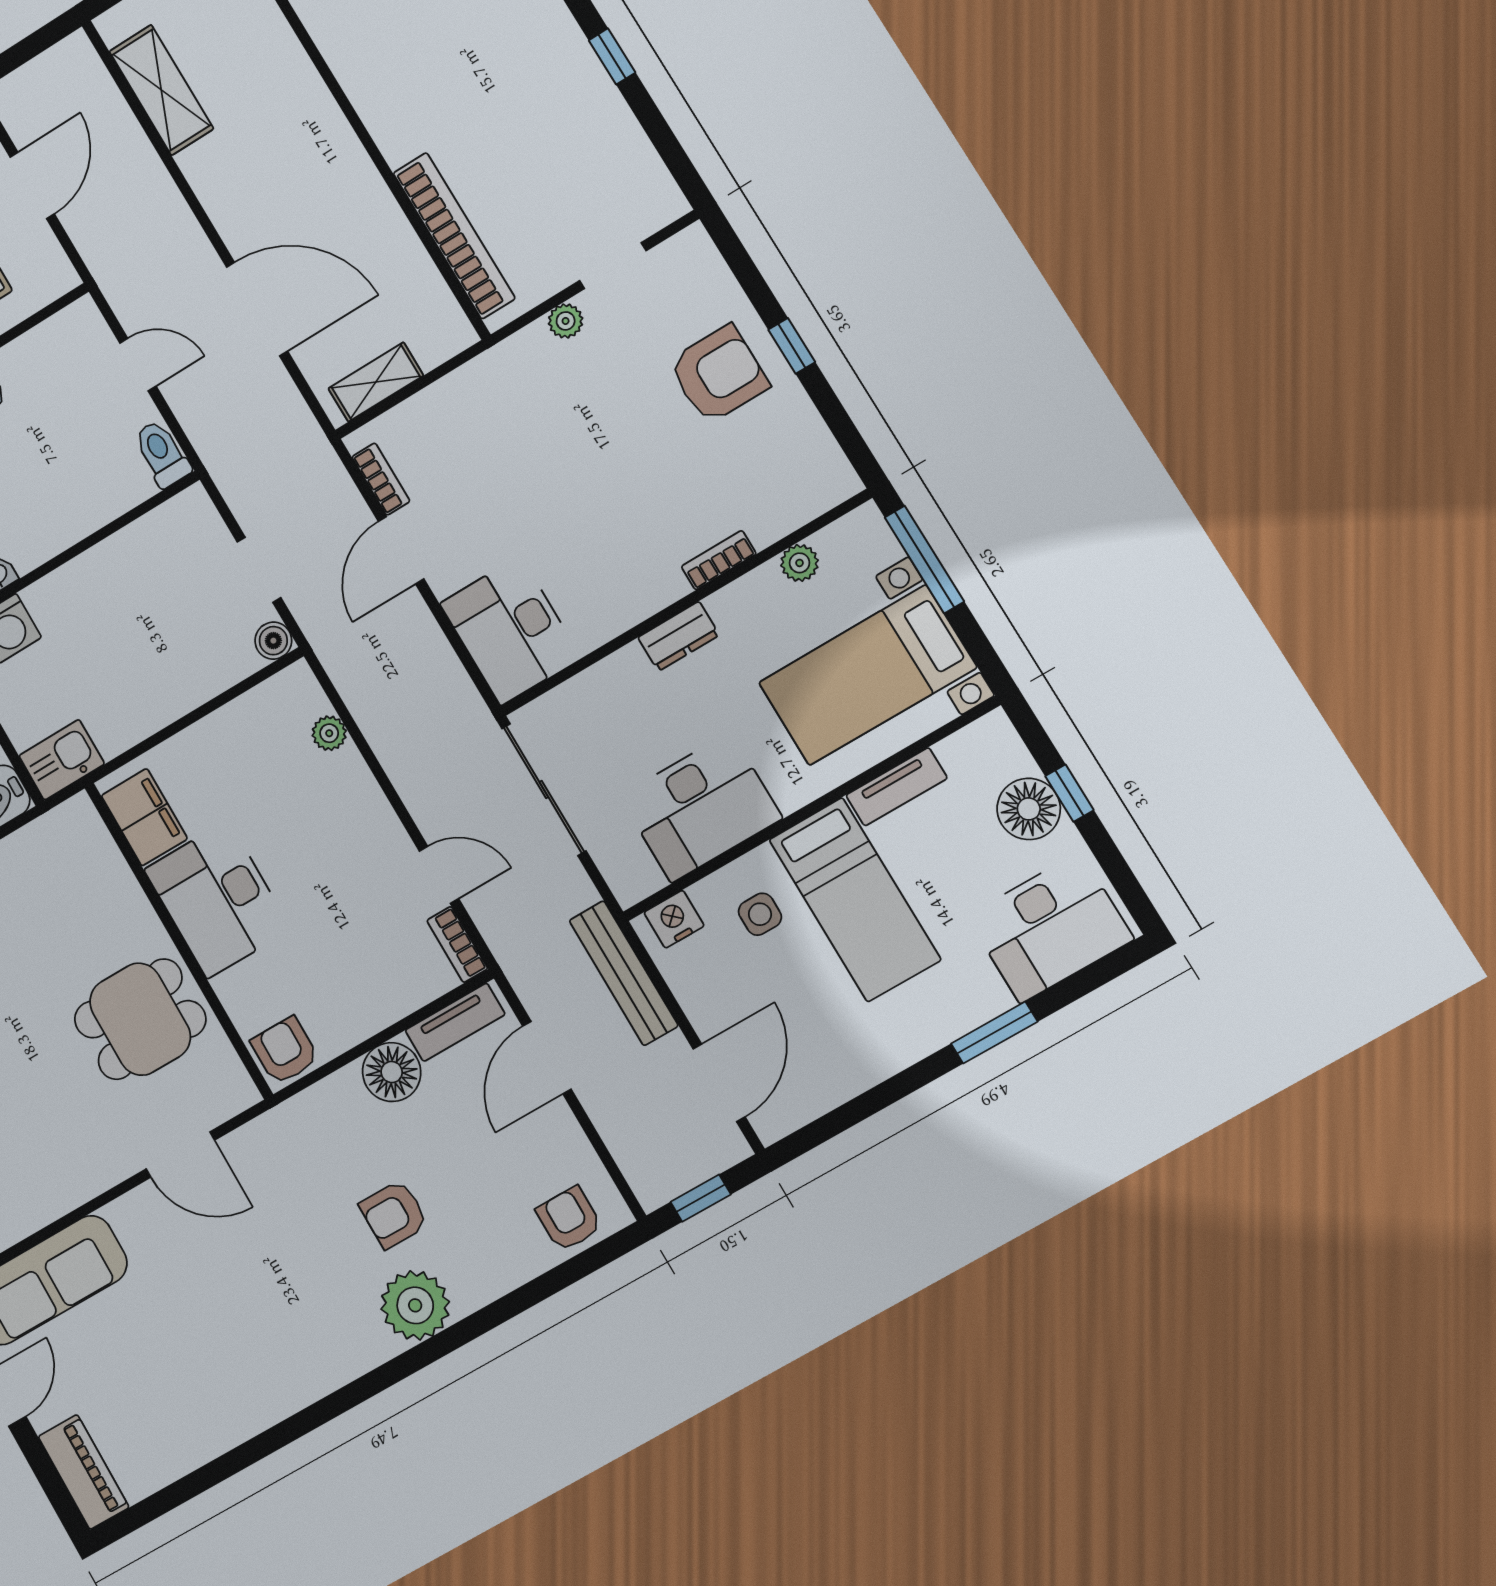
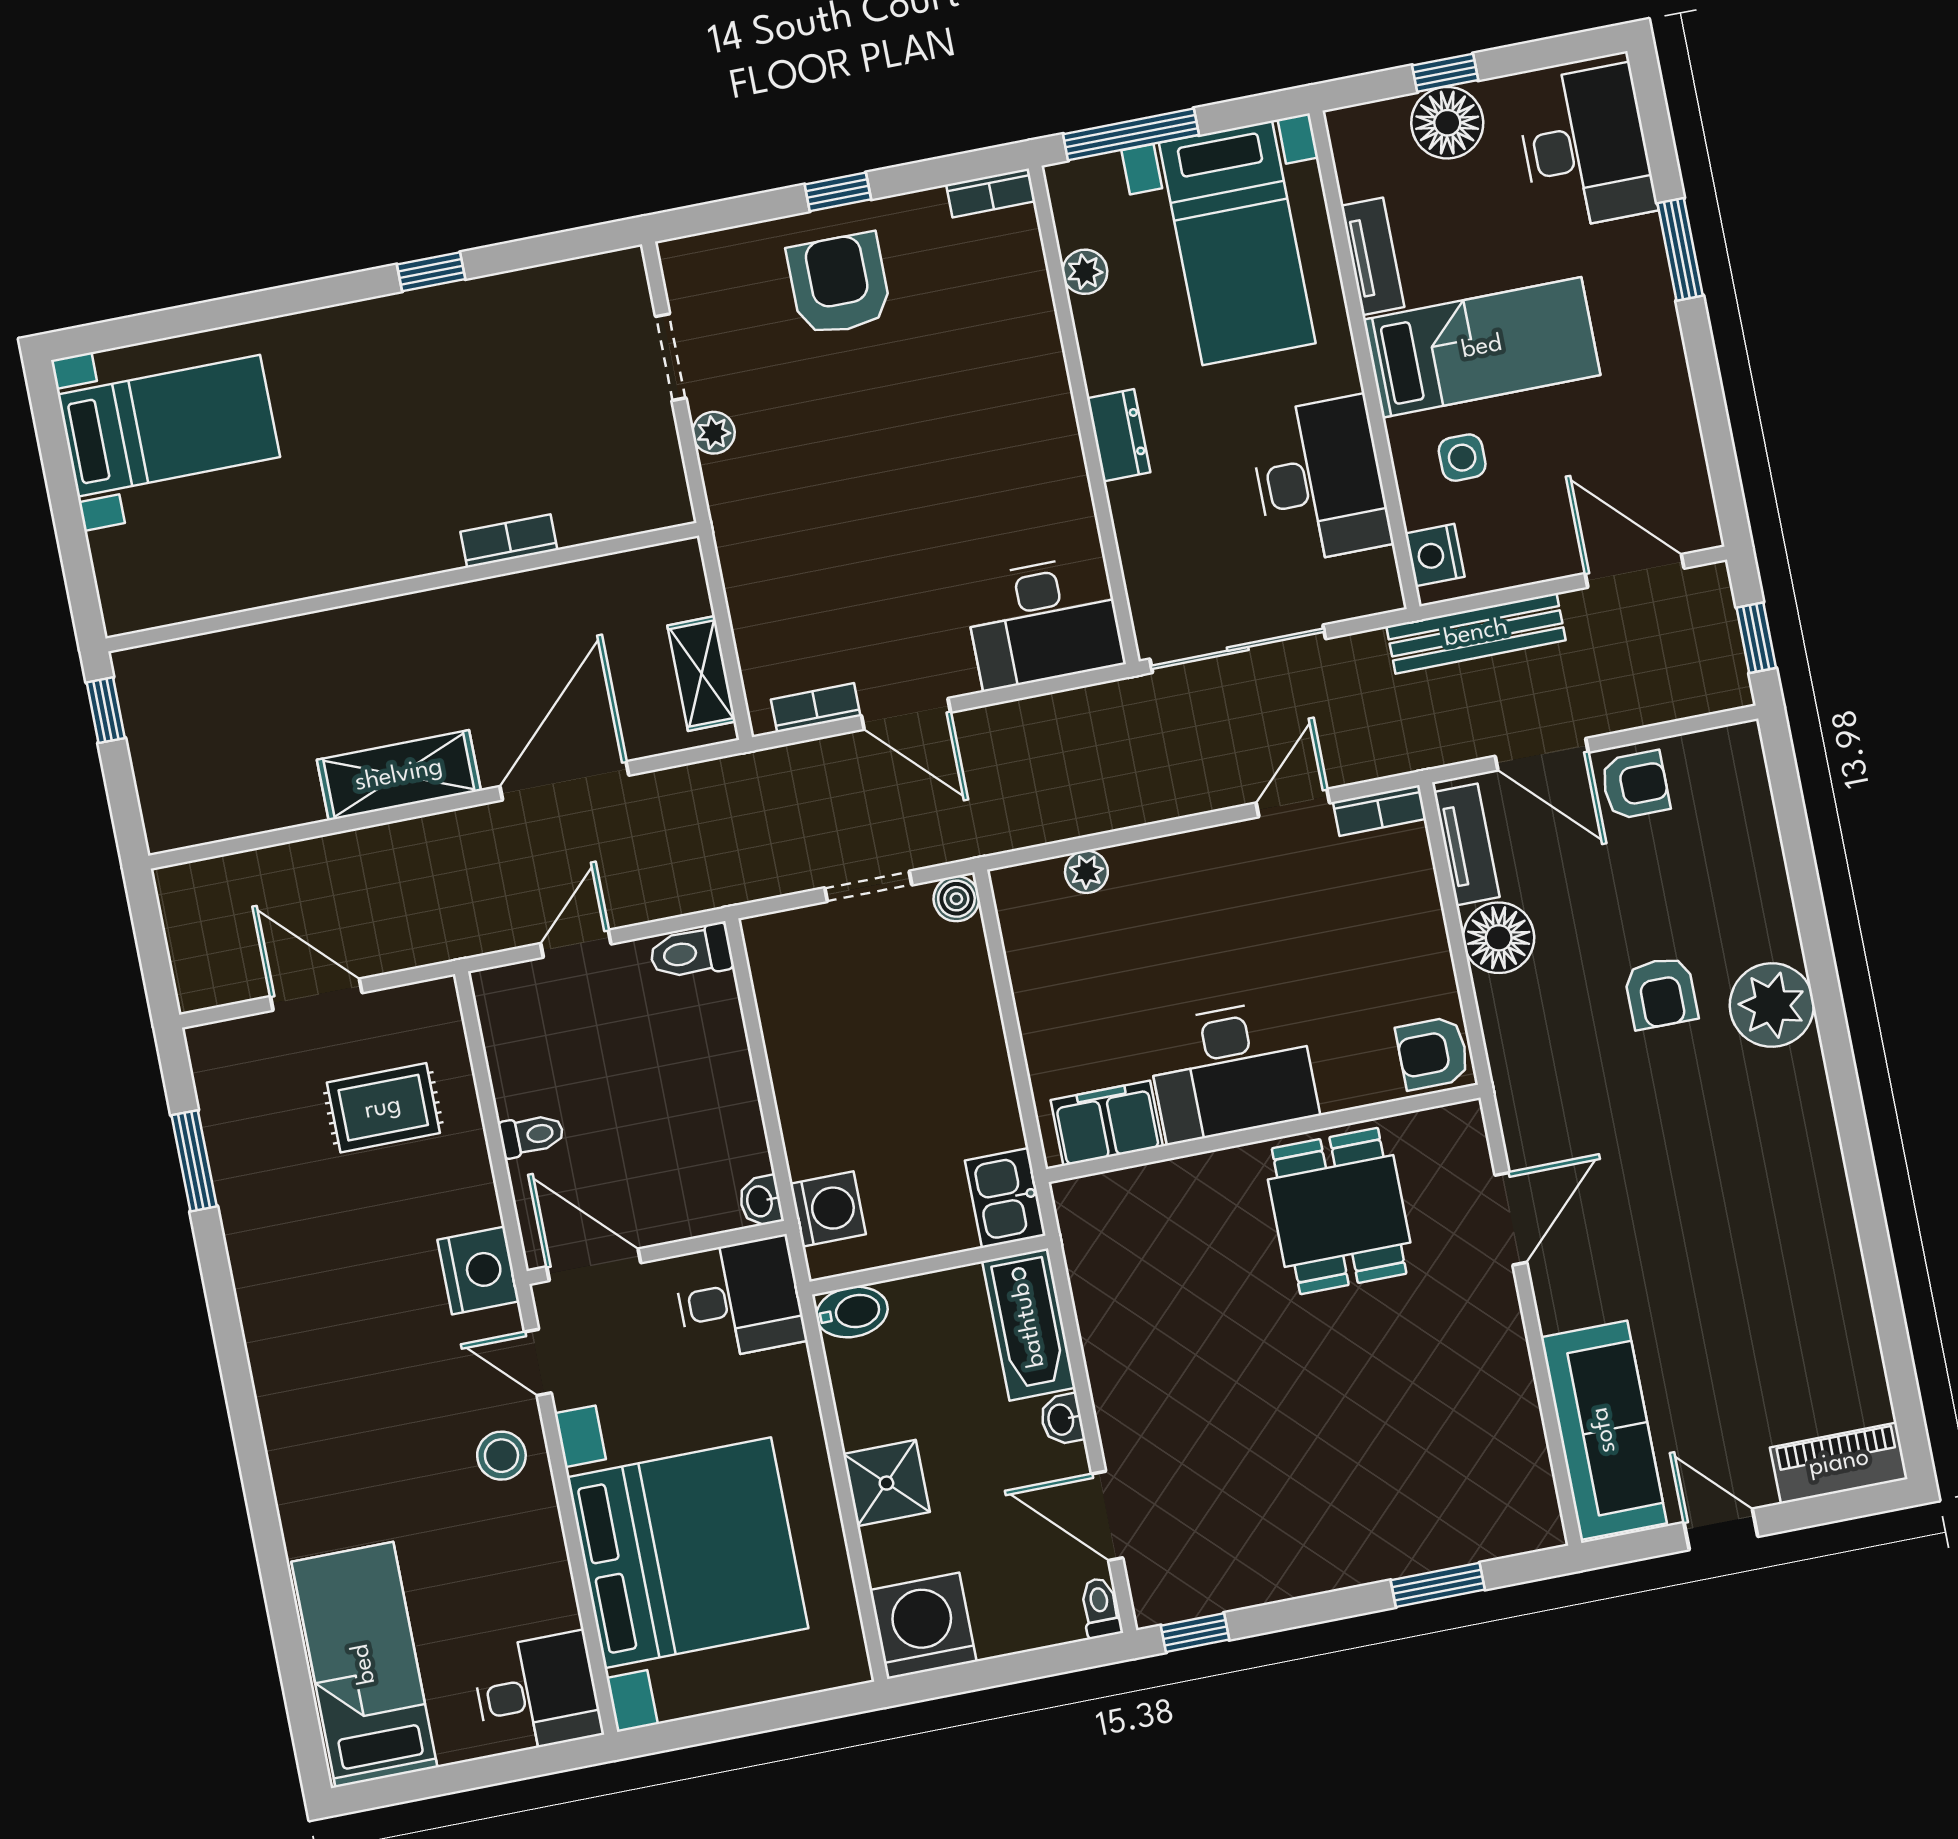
shelving: (161, 90) -> (399, 775), moved
bookcase: (454, 236) -> (509, 541), width x0.43, depth x0.76
bookcase: (719, 560) -> (991, 193), moved, turned -90
armchair: (569, 1219) -> (1635, 785), moved, turned 180

